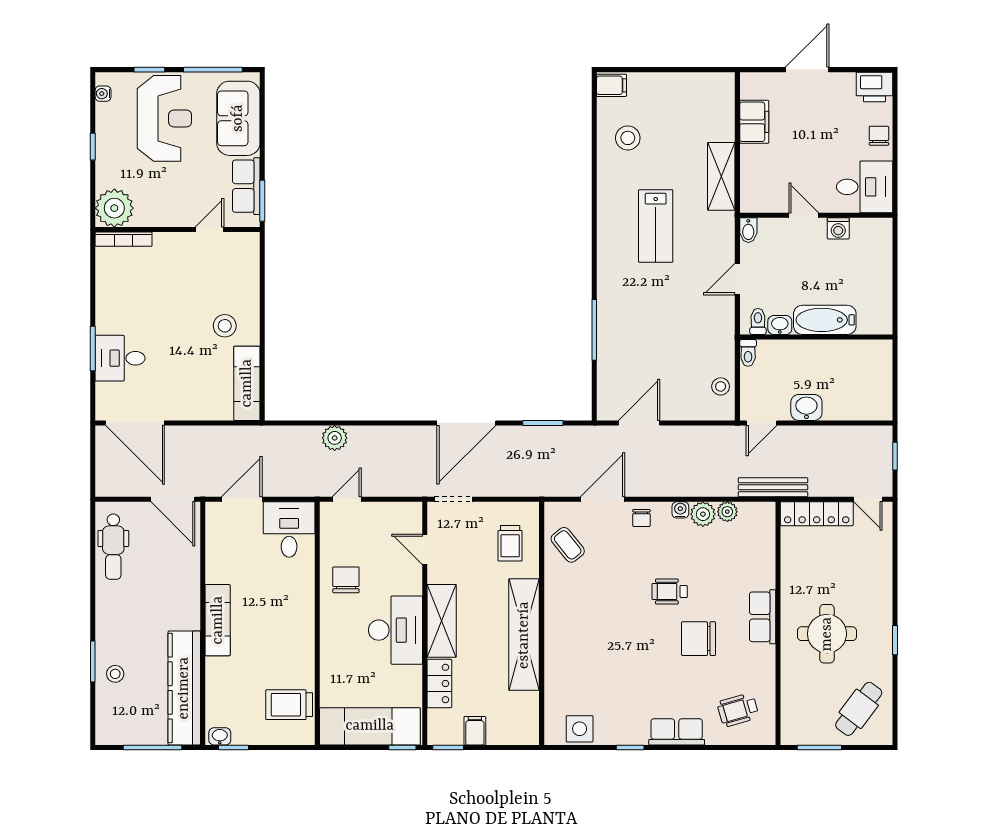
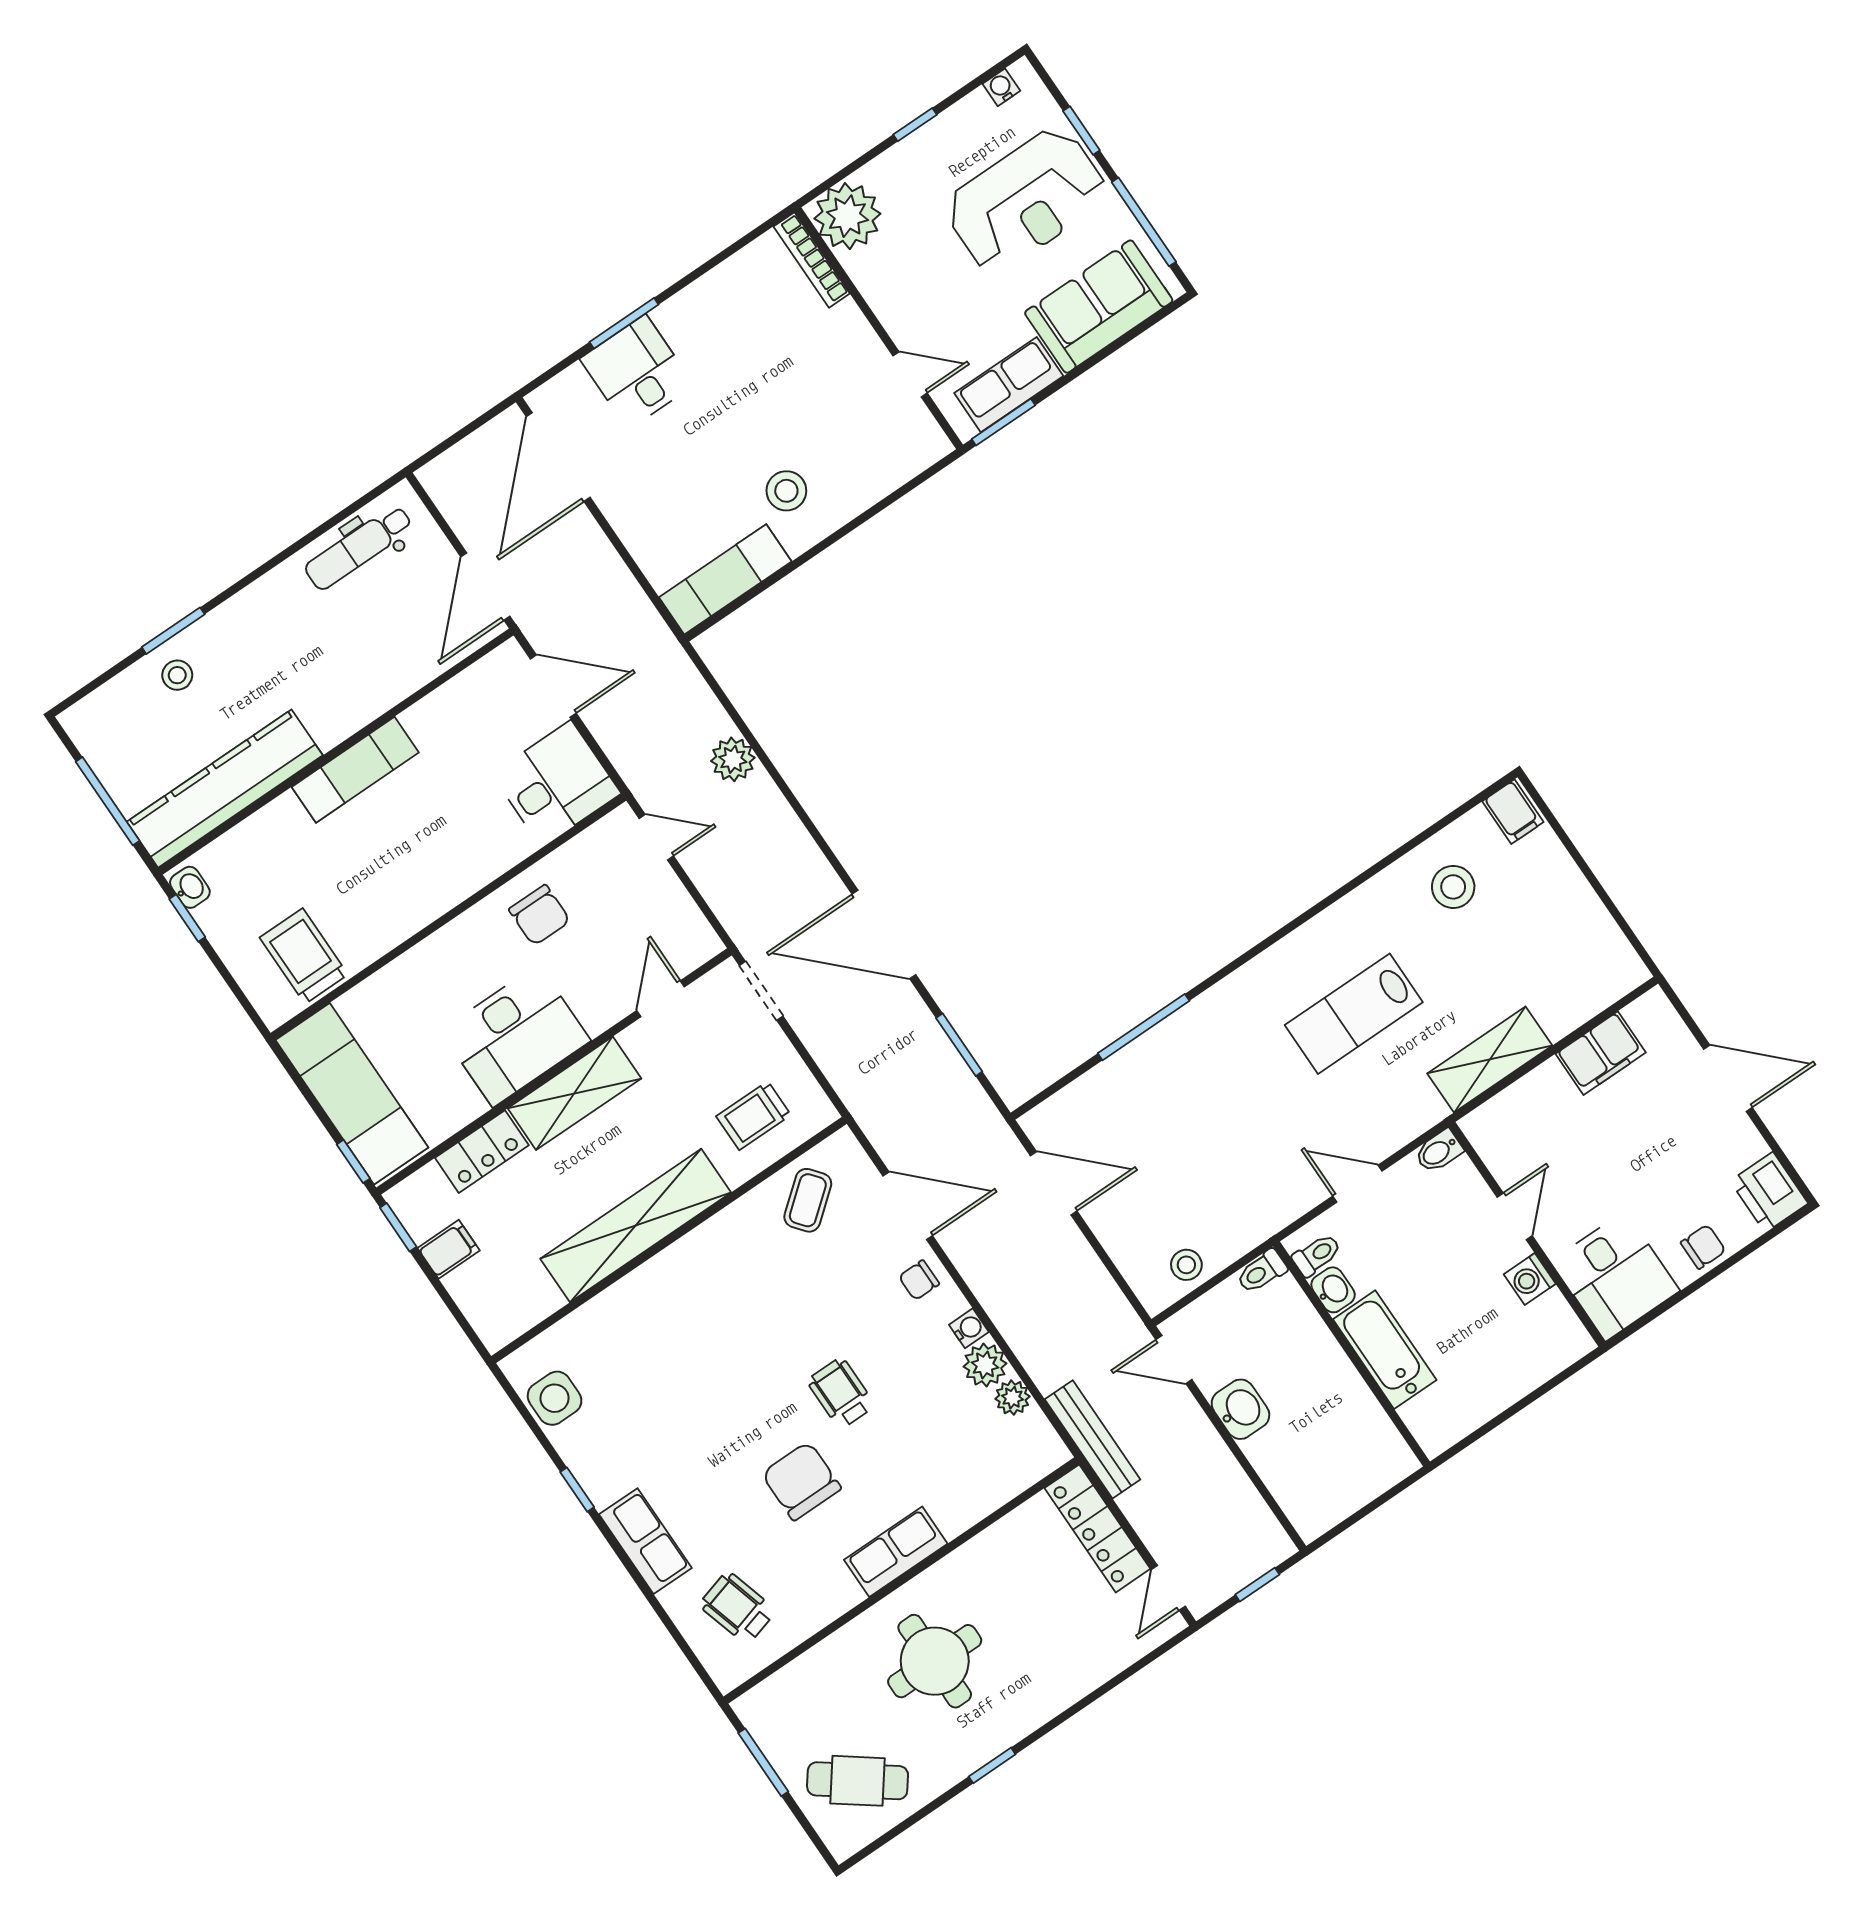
chair: (346, 580) -> (540, 915), turned 90

